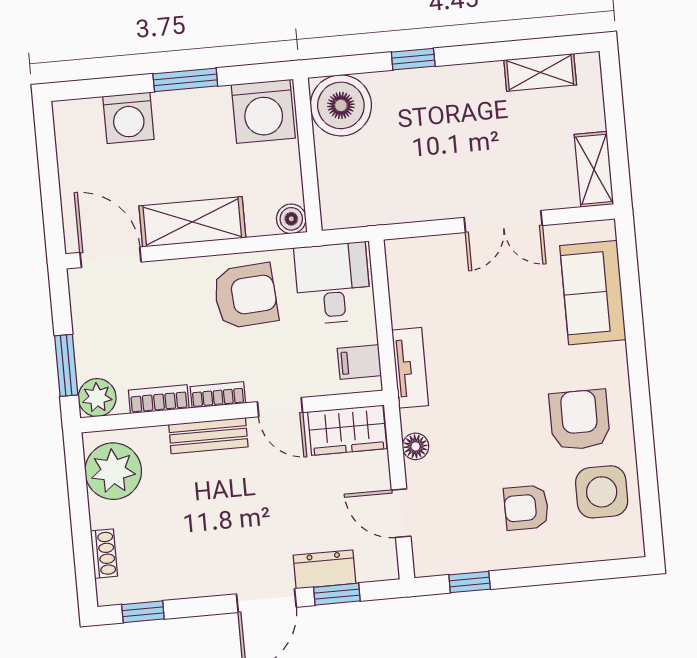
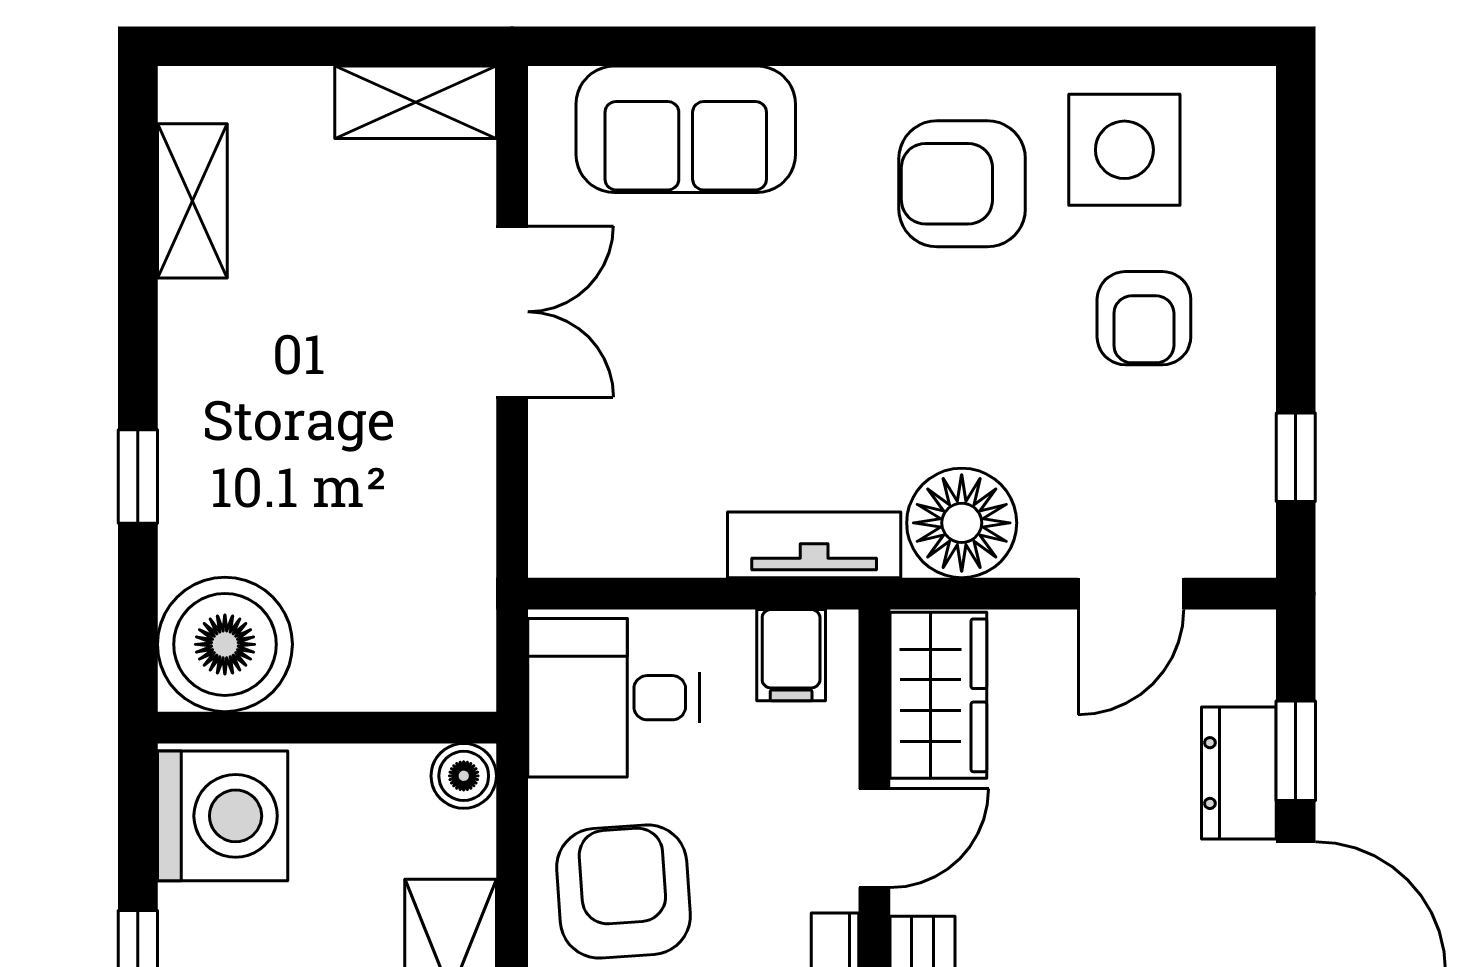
floor lamp: (416, 446) -> (962, 523), width x1.89, depth x1.89

